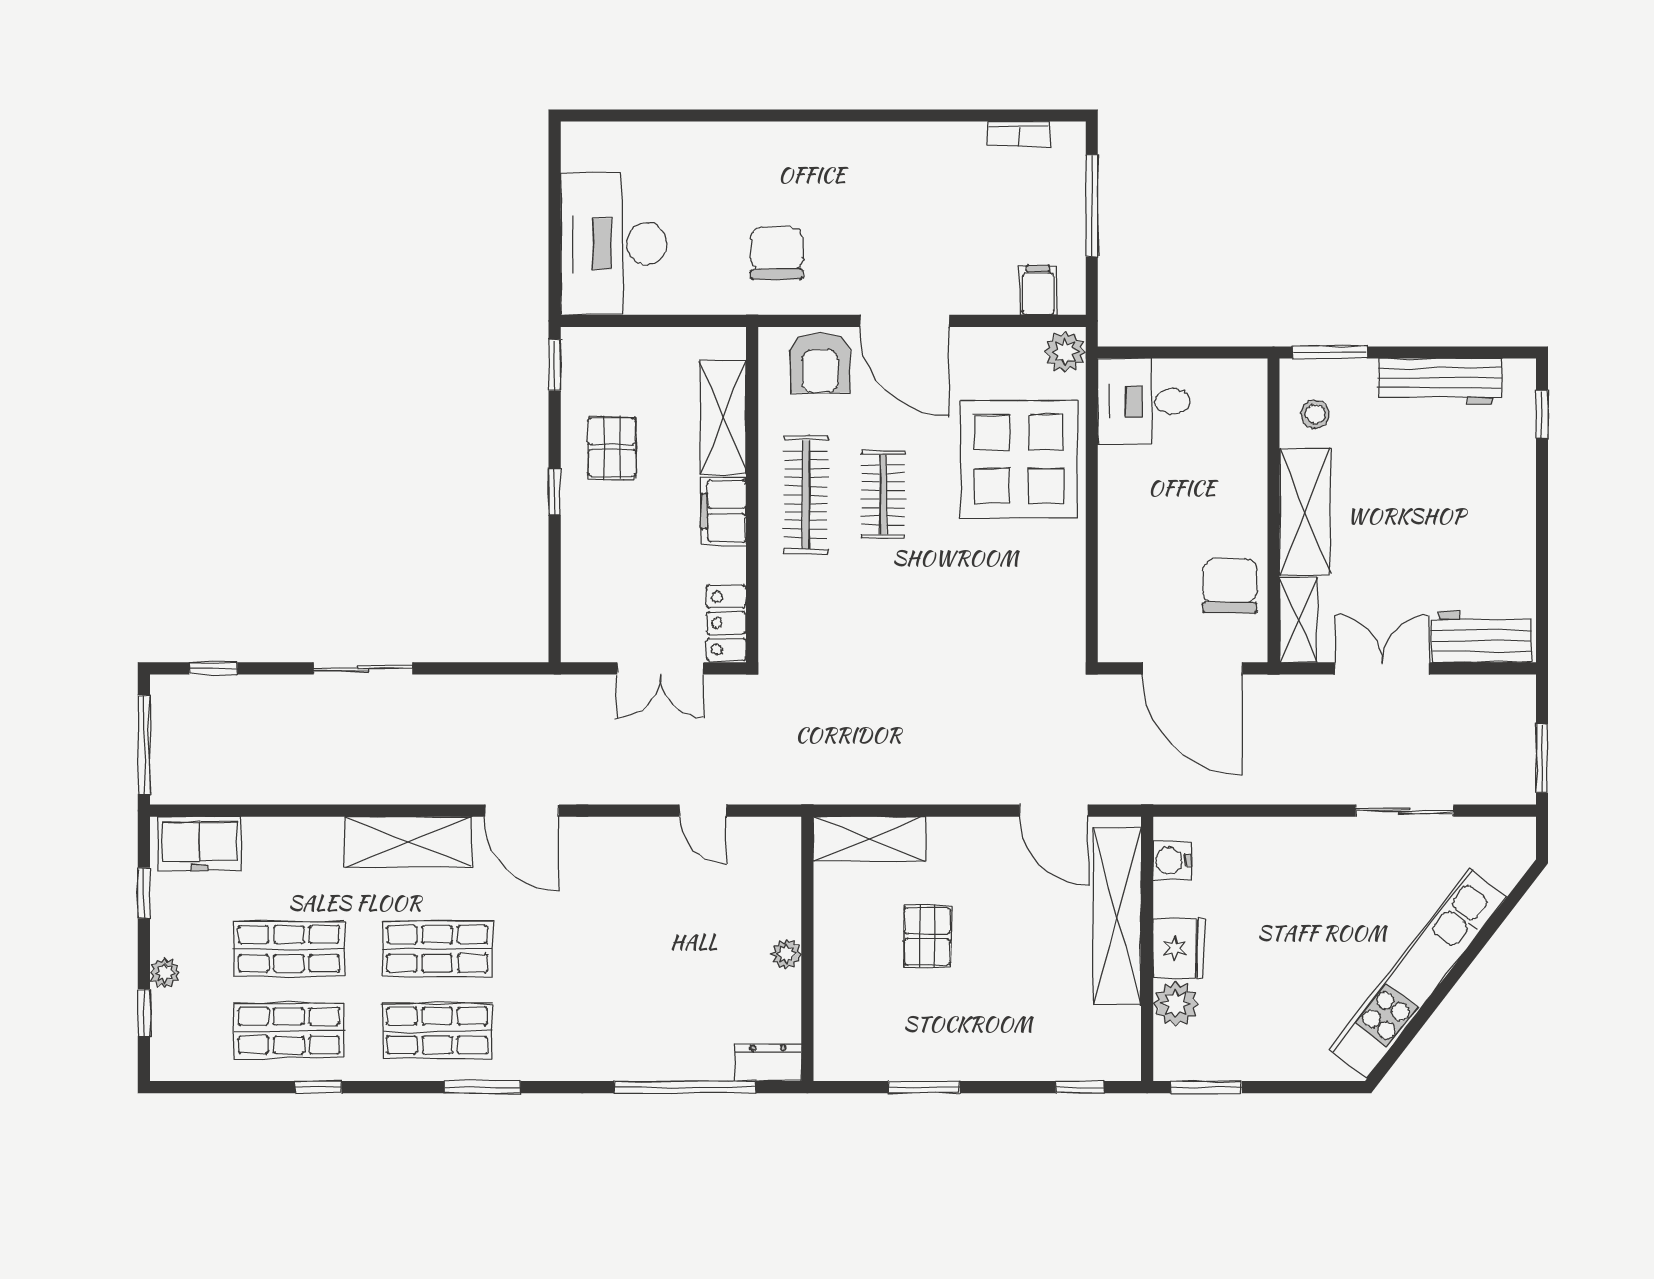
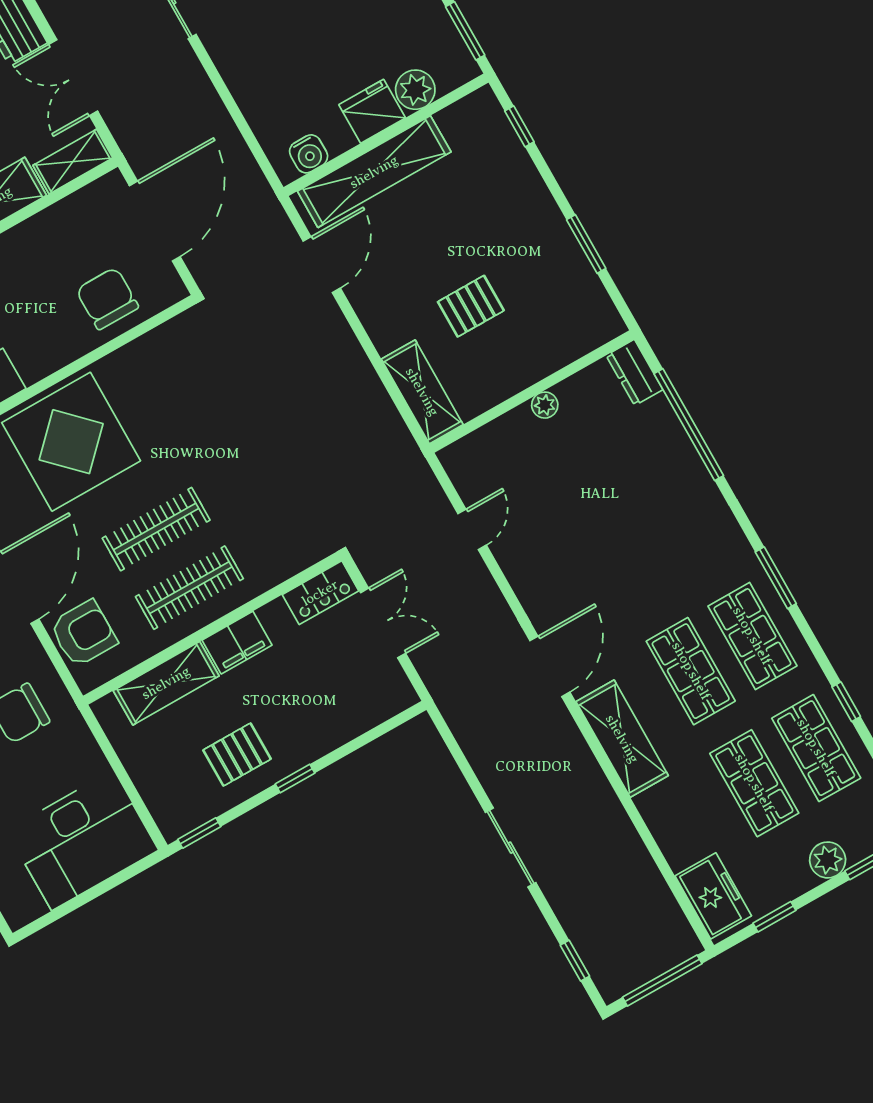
clothes rail: (883, 495) -> (156, 529), width x1.36
chair: (1230, 586) -> (107, 298), moved, turned 90
plant: (165, 973) -> (828, 860), width x1.38, depth x1.38

